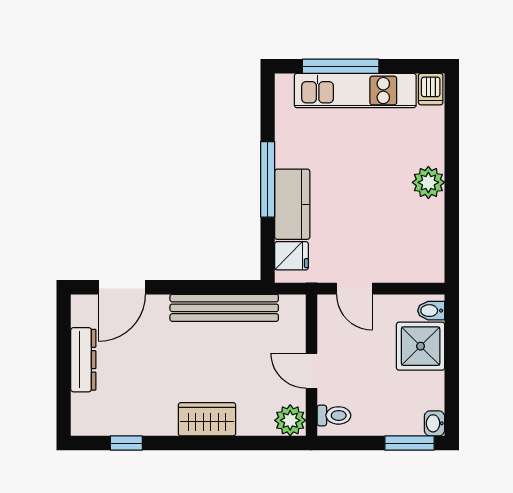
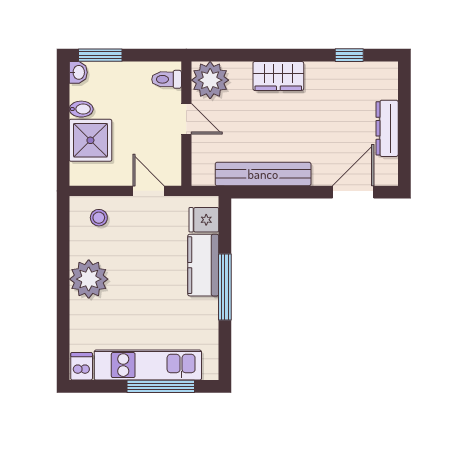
plant: (428, 182) -> (89, 279), width x1.36, depth x1.36
stool: (411, 258) -> (99, 218), added
bidet: (431, 311) -> (81, 109), moved
plant: (290, 420) -> (210, 80), width x1.36, depth x1.36

